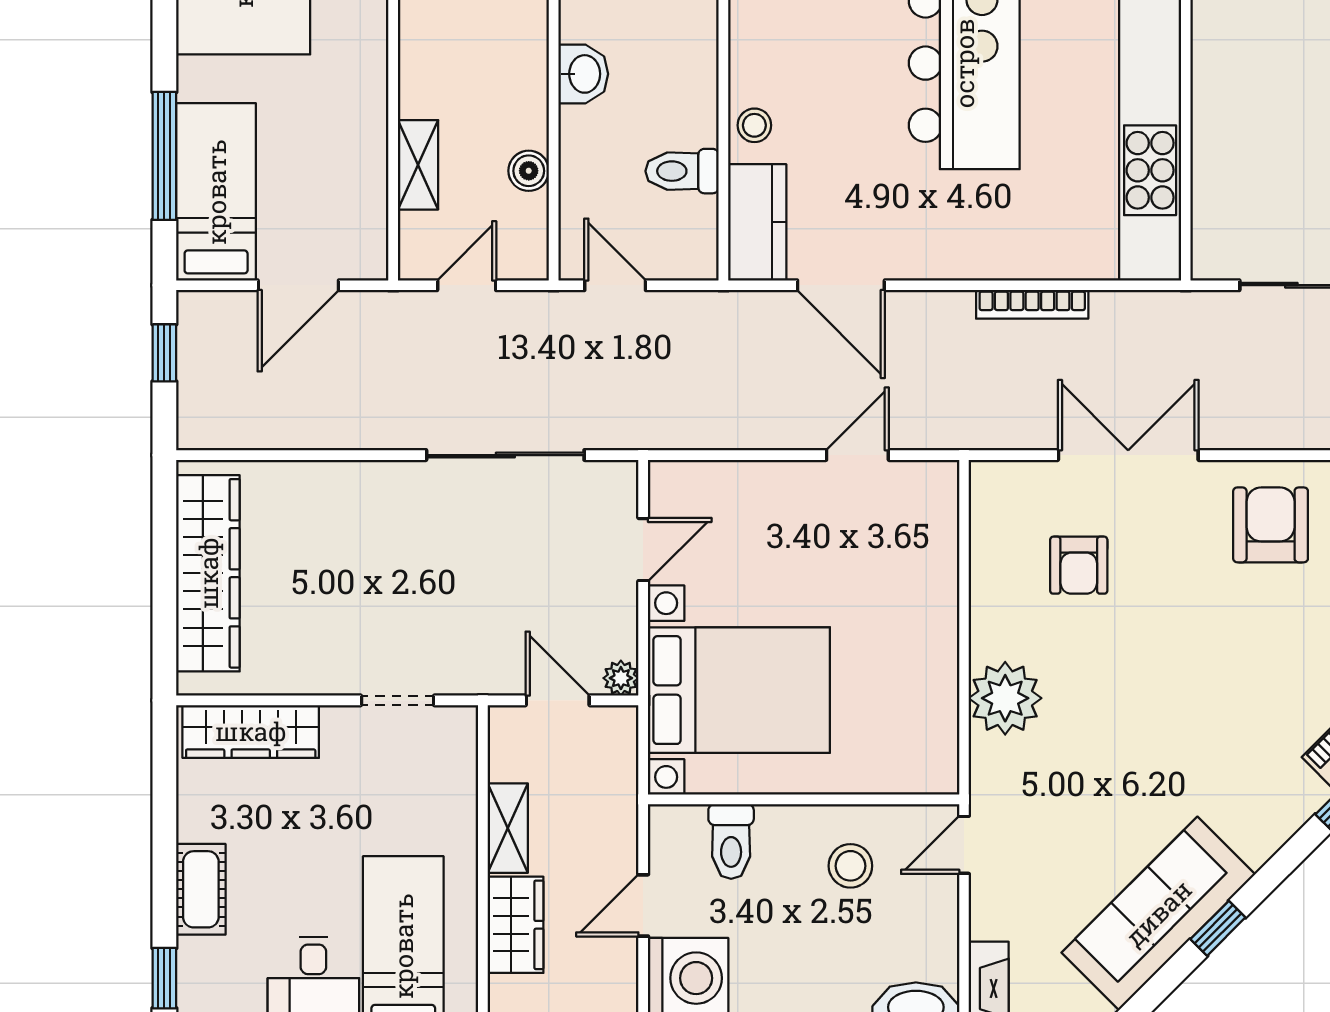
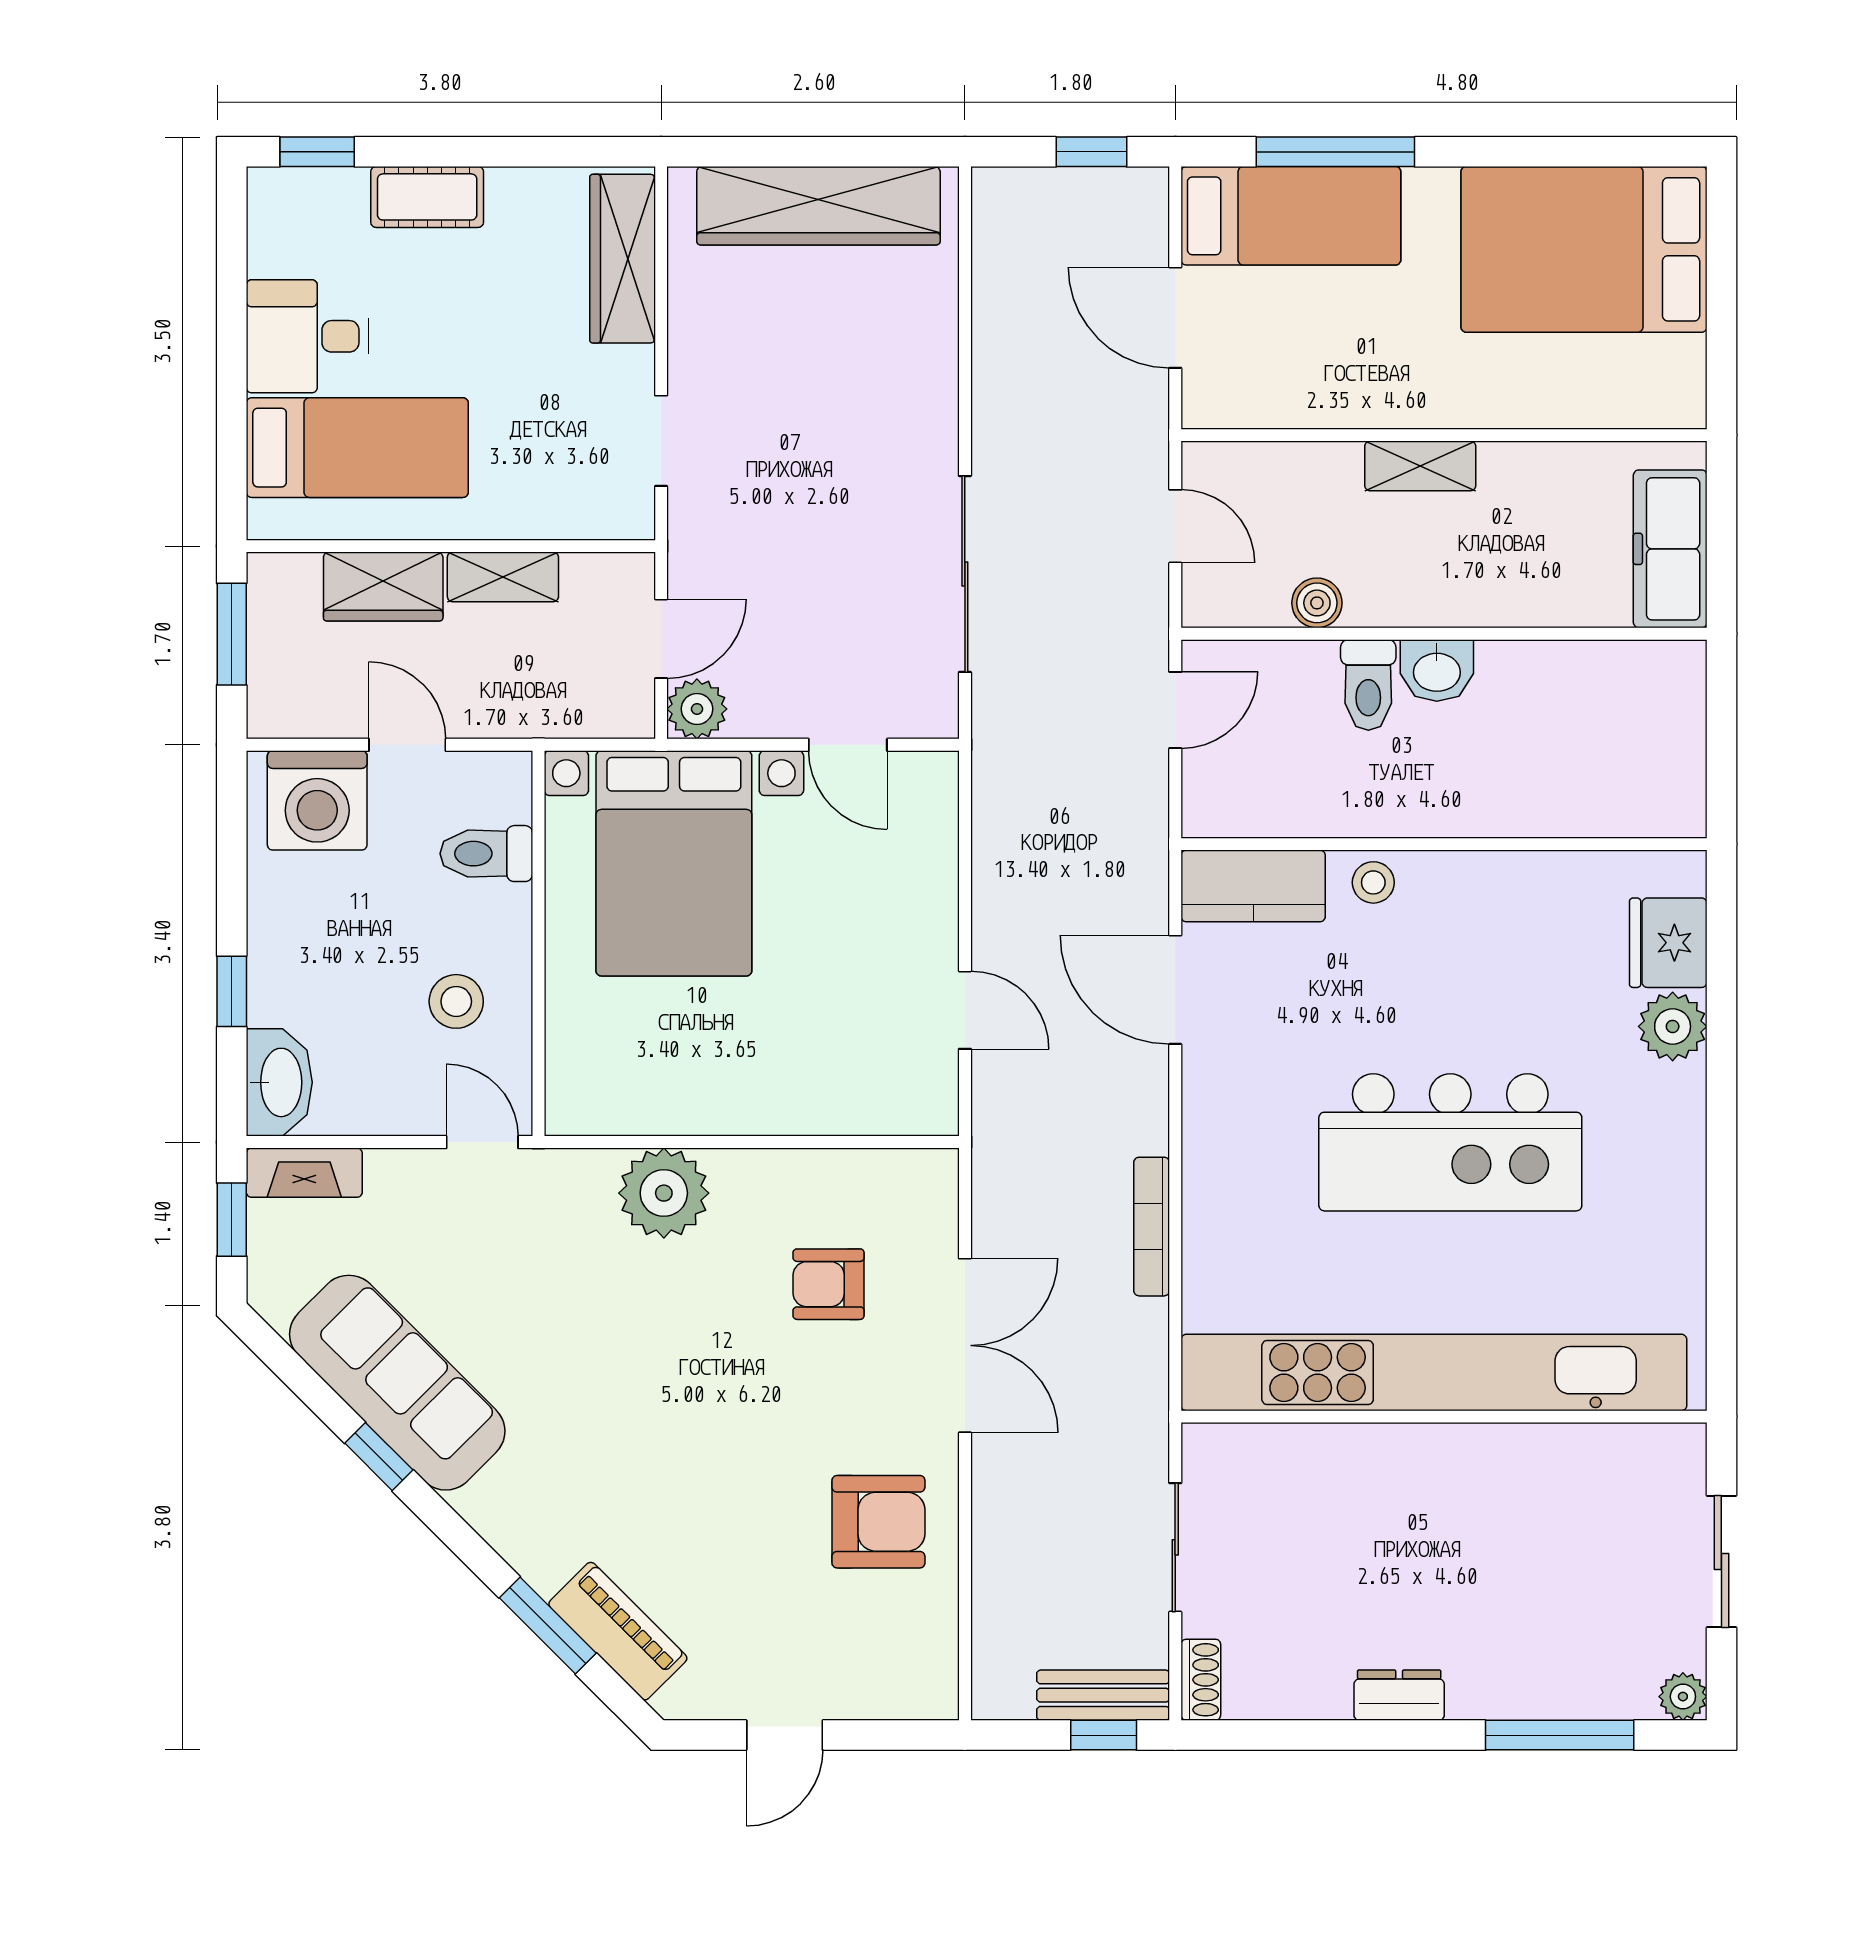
shelving: (418, 165) -> (1420, 466), moved
toilet: (682, 171) -> (1368, 685), moved, turned 180
door: (841, 285) -> (1175, 990), hinge flipped
plant: (621, 678) -> (697, 709), width x1.38, depth x1.38

